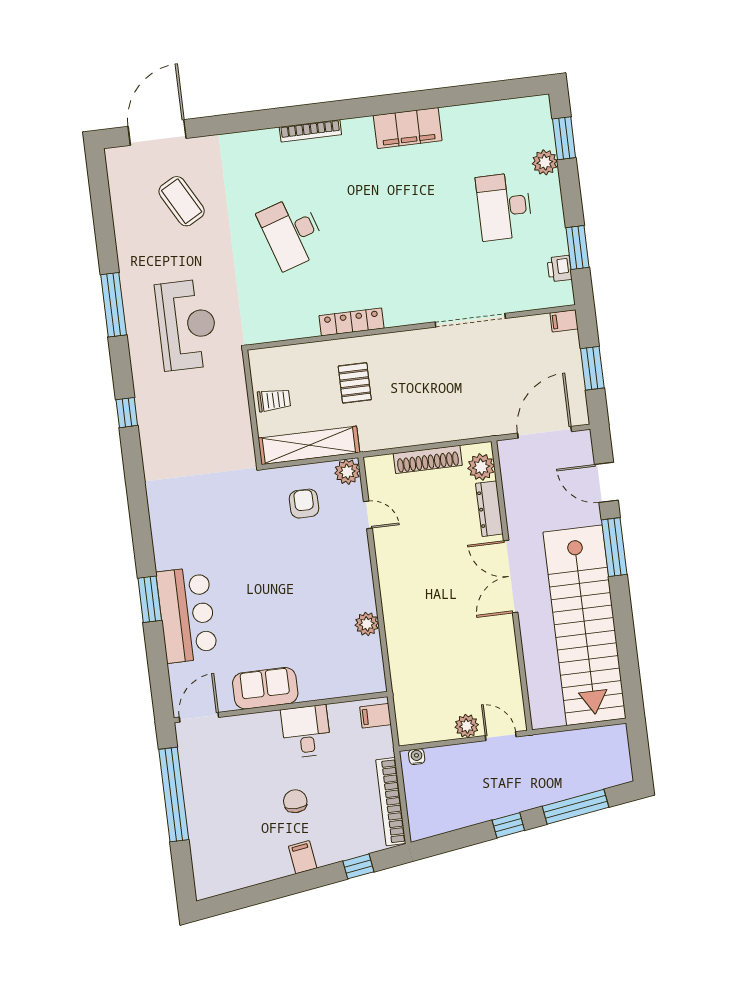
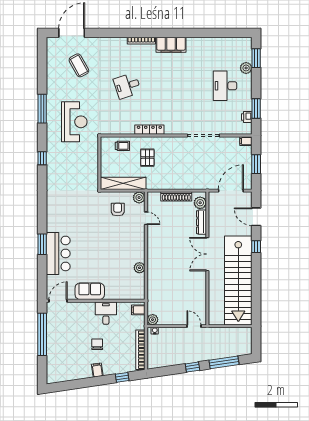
filing cabinet: (408, 128) -> (171, 45), moved
desk: (292, 232) -> (127, 86), width x0.73
trolley: (274, 400) -> (122, 146), moved
window: (614, 547) -> (256, 247), width x0.46
plant: (467, 726) -> (153, 320), moved

